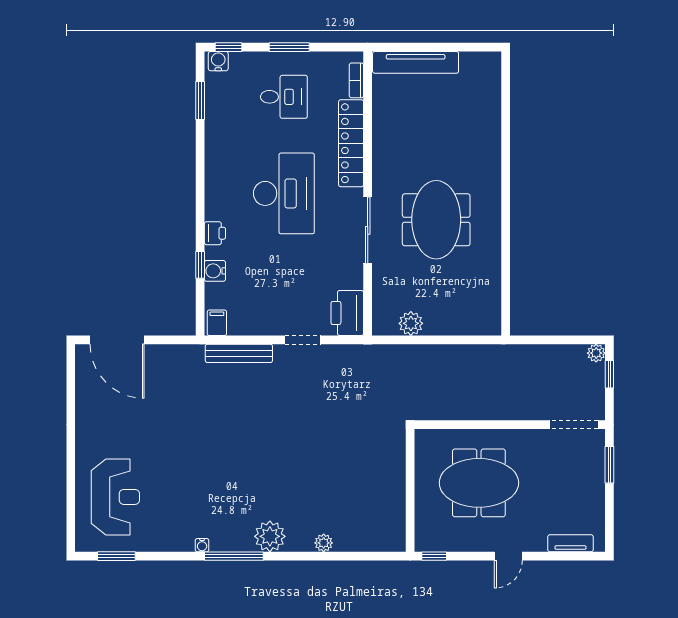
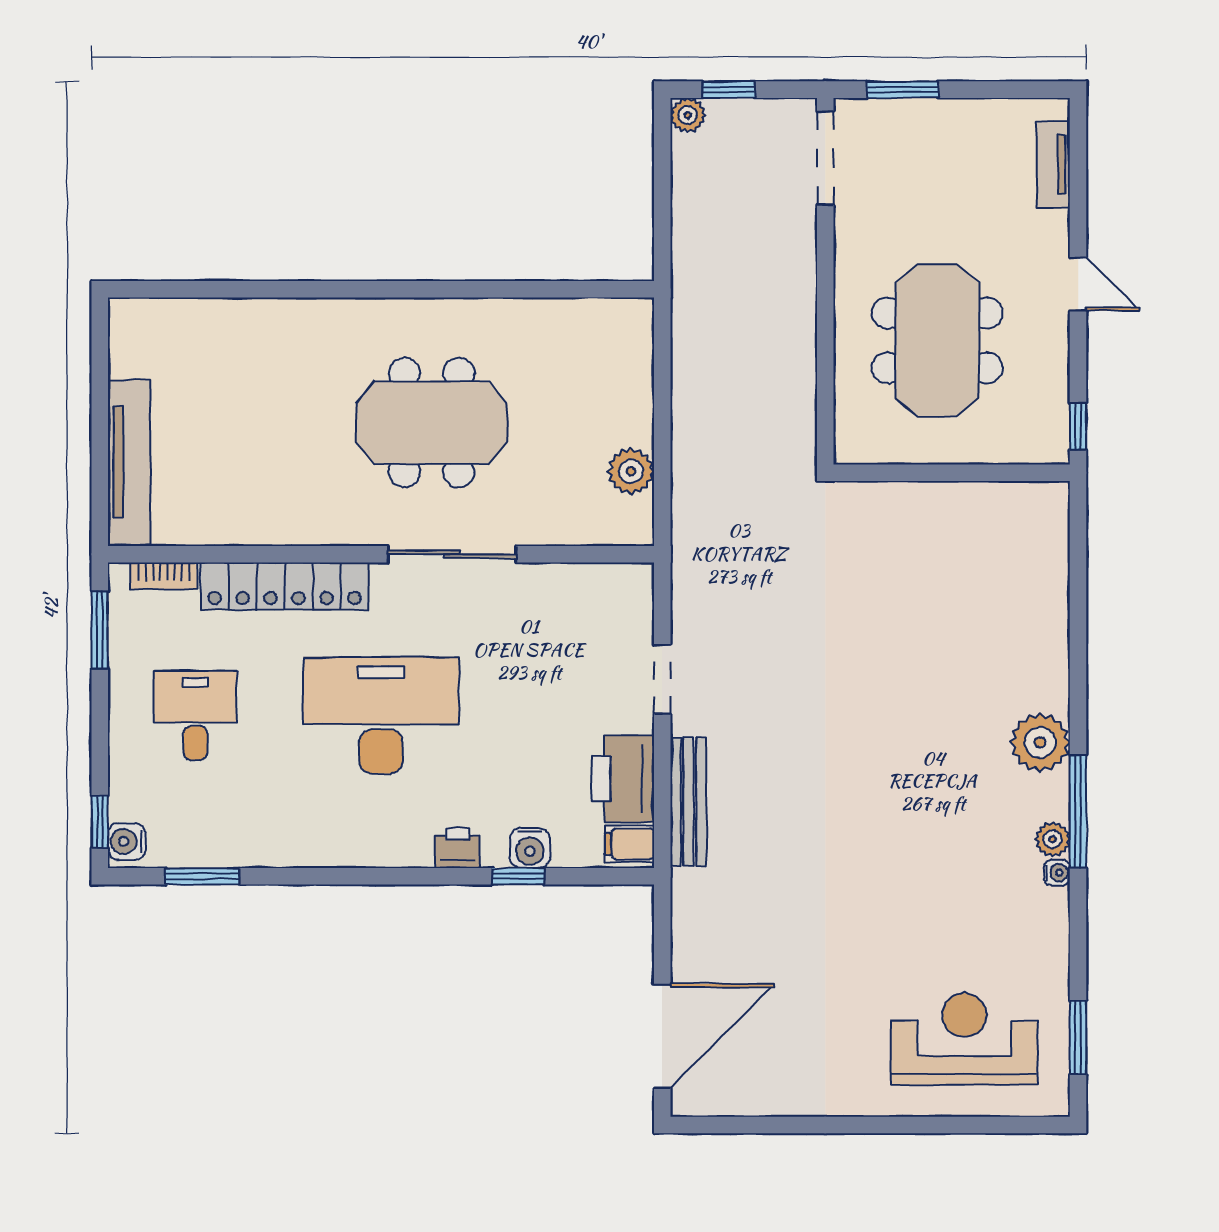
window: (289, 47) -> (100, 630), moved
printer: (347, 313) -> (623, 779), moved, turned 90
plant: (324, 543) -> (1053, 839), moved

